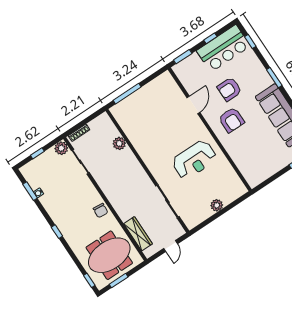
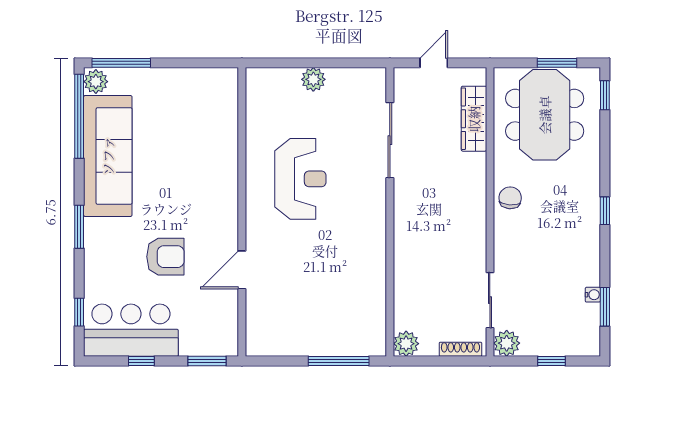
armchair: (231, 120) -> (196, 204), removed
plant: (119, 143) -> (406, 344), moved
reception desk: (194, 160) -> (300, 179), turned 90
meeting table: (109, 255) -> (545, 115), turned 90

